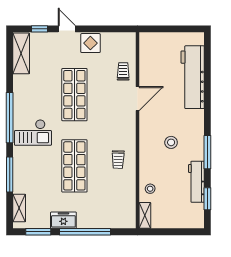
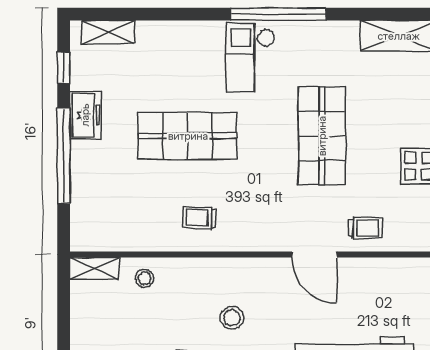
shop shelf: (74, 95) -> (322, 136), turned 90
window: (10, 174) -> (171, 14), removed
window: (38, 232) -> (64, 68), width x0.67

